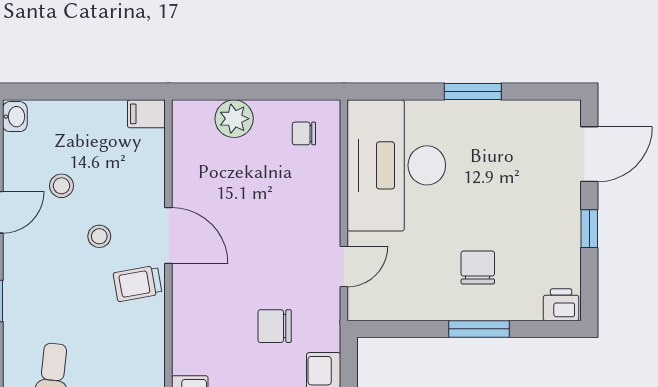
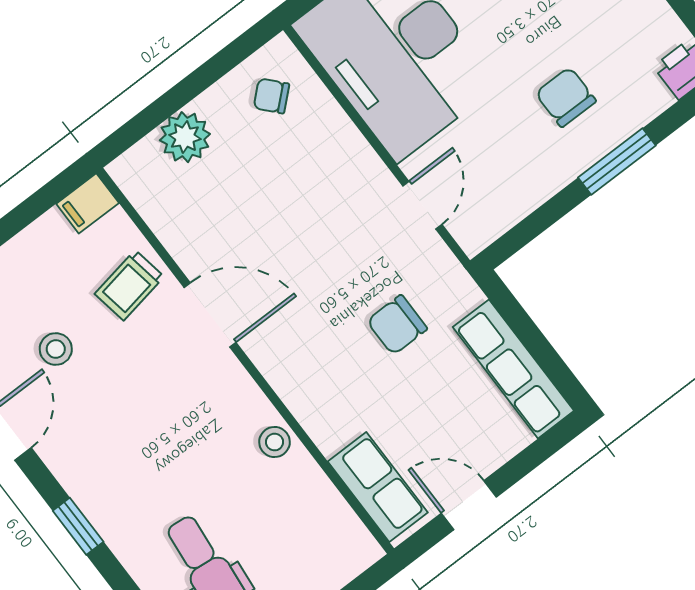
chair: (304, 133) -> (271, 96), turned 48
stool: (99, 236) -> (275, 442), moved
trolley: (138, 283) -> (129, 285), moved

